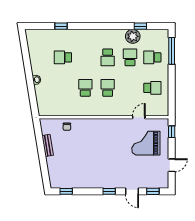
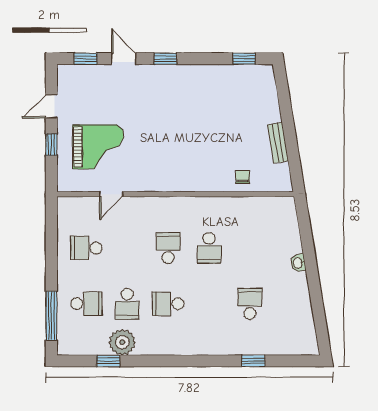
school desk: (63, 57) -> (250, 304), turned -90
school desk: (108, 57) -> (168, 304), turned -90
school desk: (108, 88) -> (168, 248), turned 180
window: (172, 132) -> (51, 145), moved

